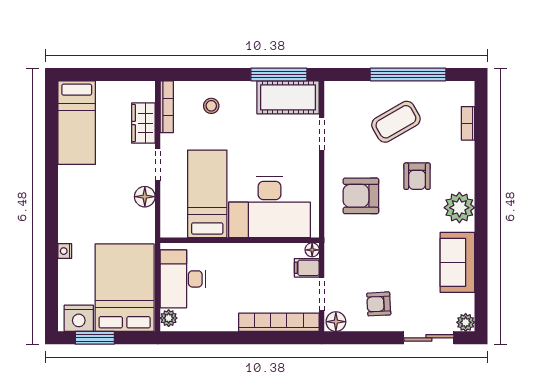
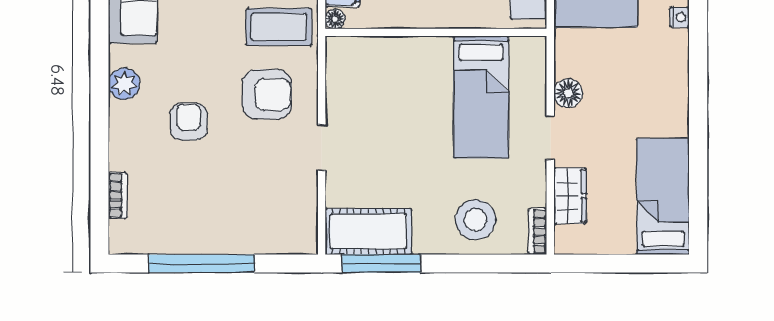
stool: (211, 106) -> (476, 220), width x1.89, depth x1.89
bookcase: (167, 107) -> (537, 231), width x0.64
coffee table: (396, 122) -> (279, 27), moved, turned 30
doorway: (322, 134) -> (322, 148), moved
desk: (270, 207) -> (394, 79), removed
plant: (459, 208) -> (124, 84), width x0.73, depth x0.73

